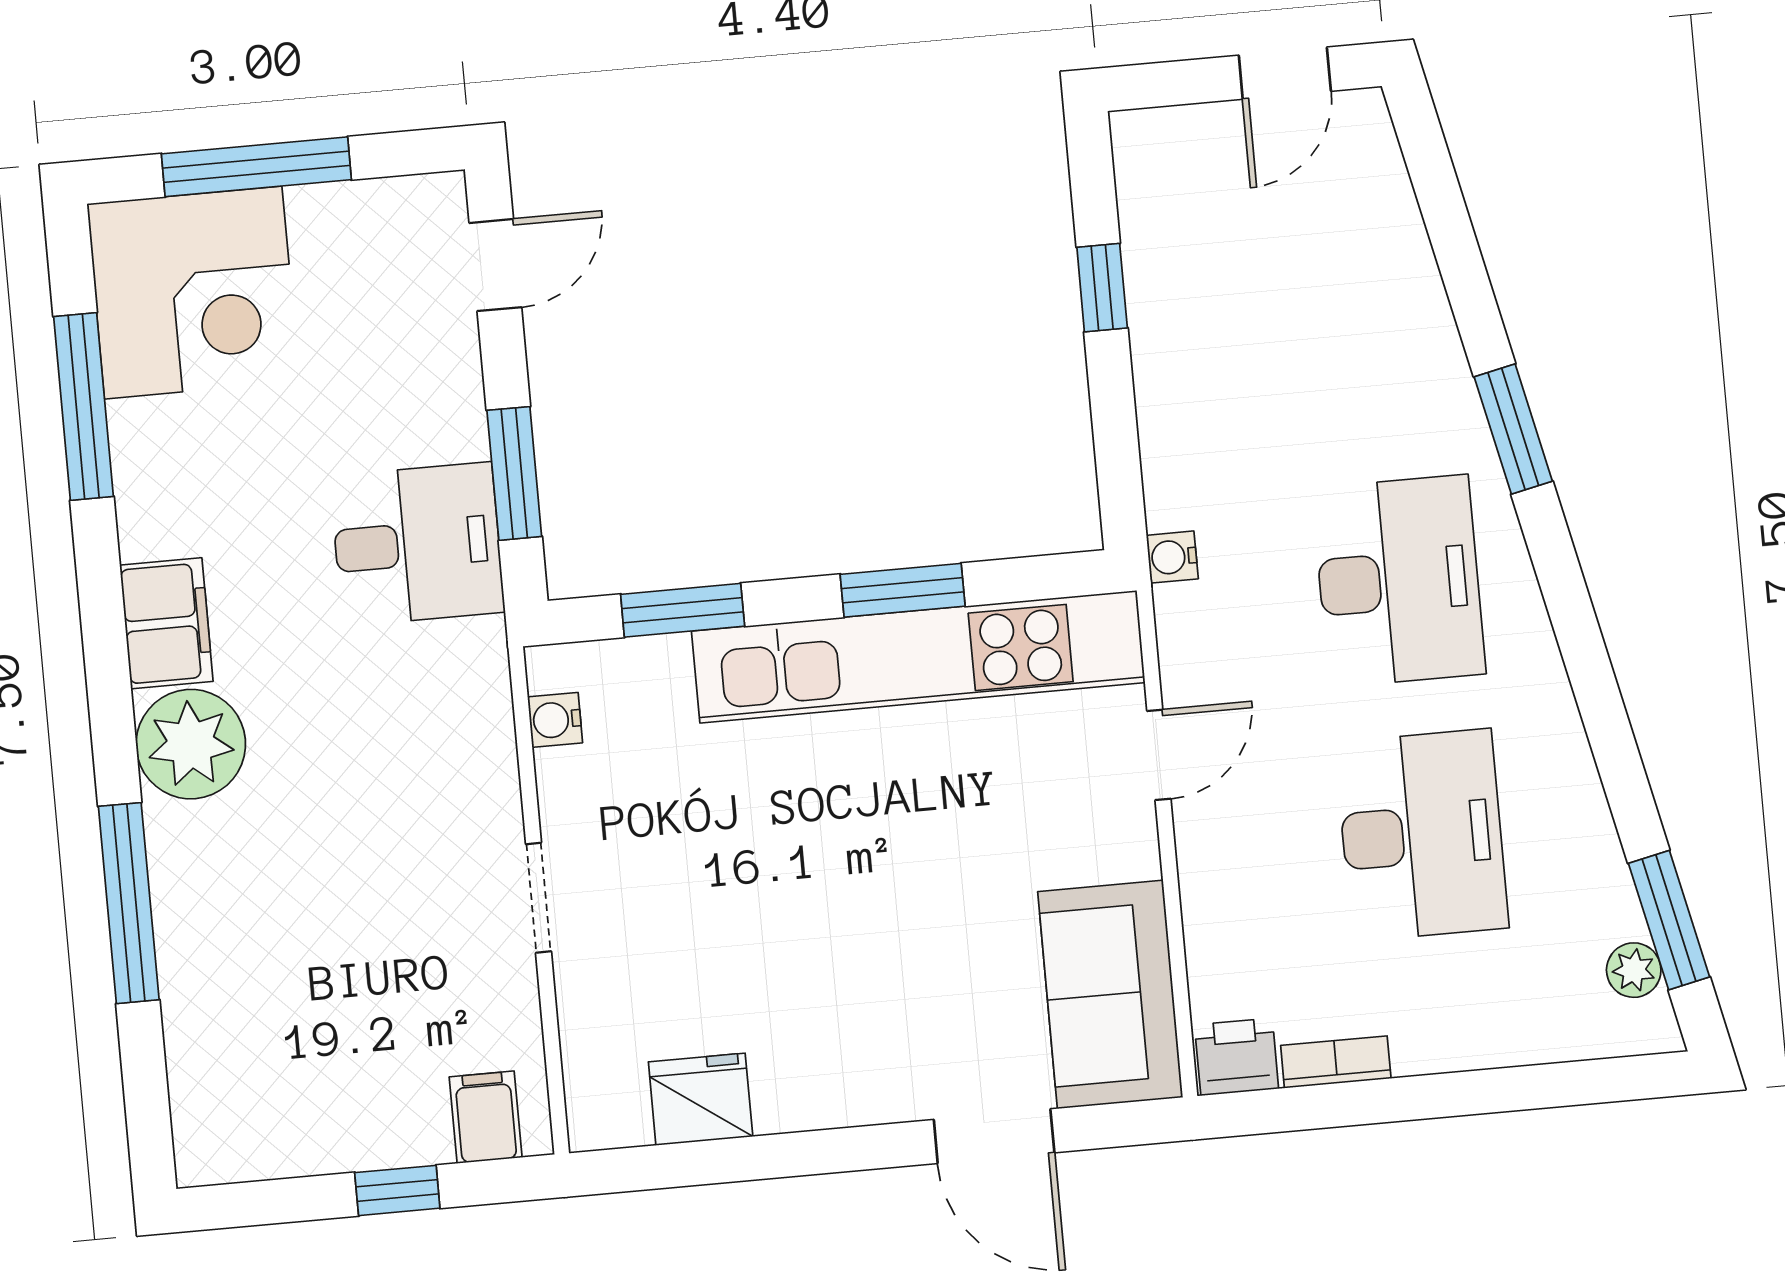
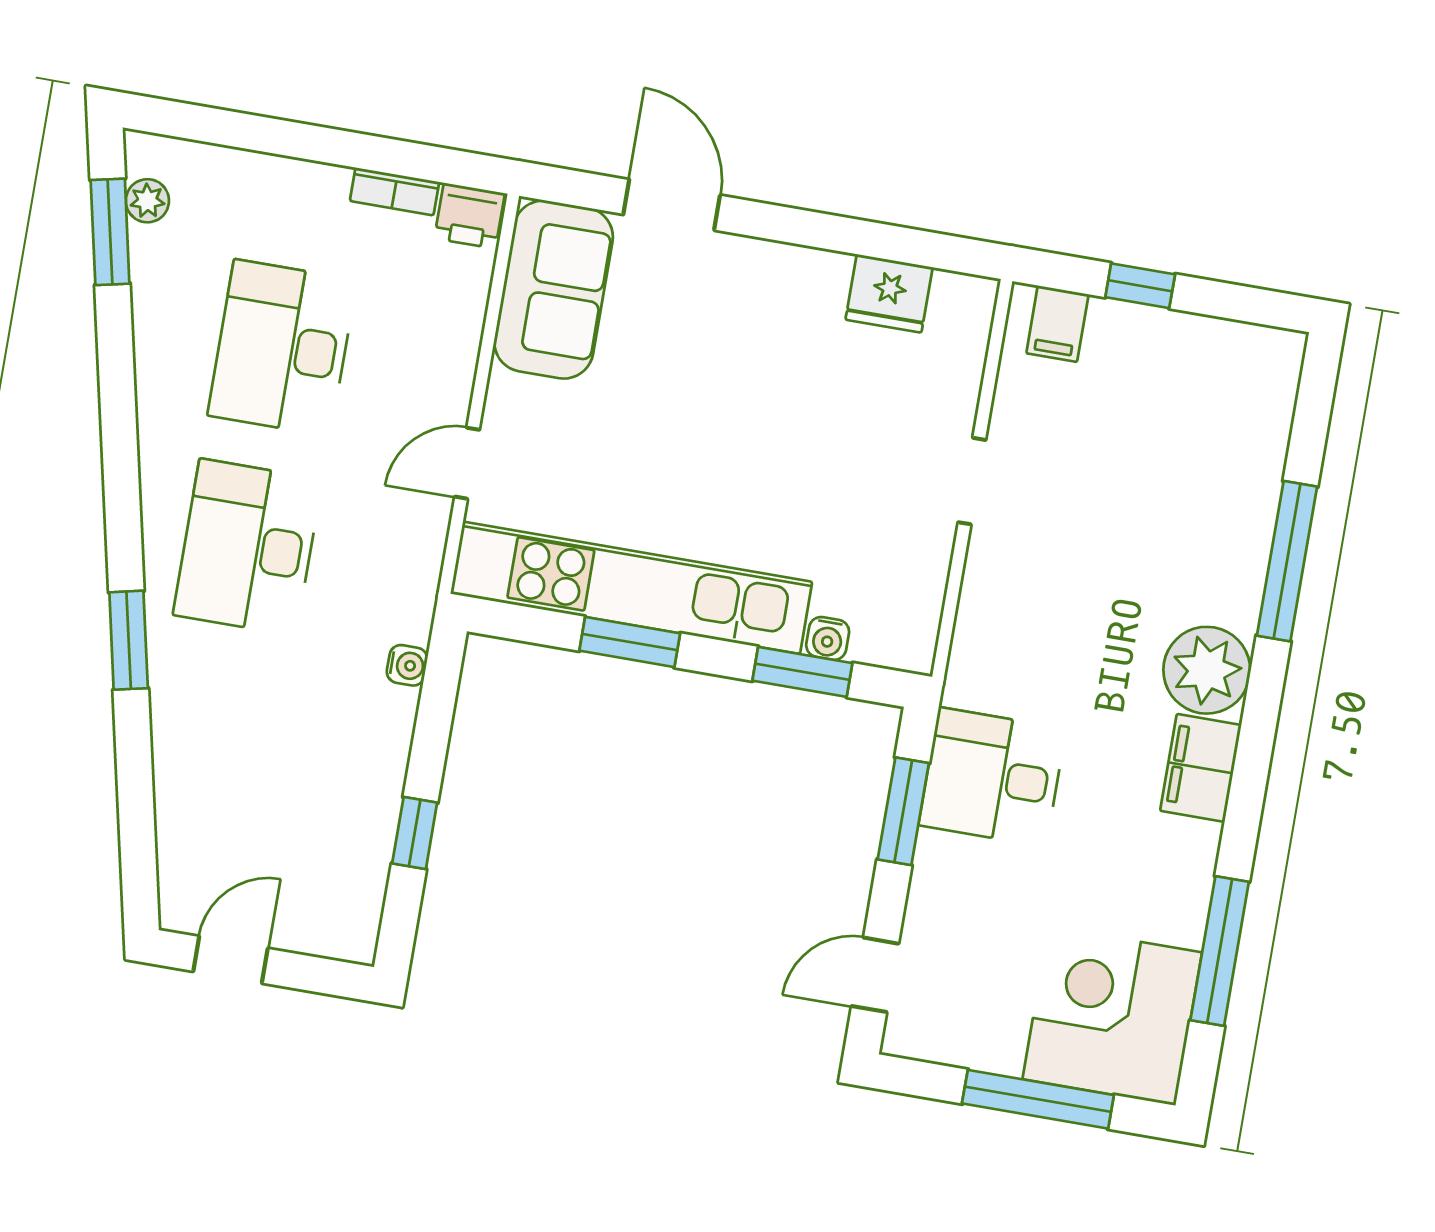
water cooler: (1172, 557) -> (407, 665), moved
water cooler: (555, 720) -> (828, 638), moved, turned 90

